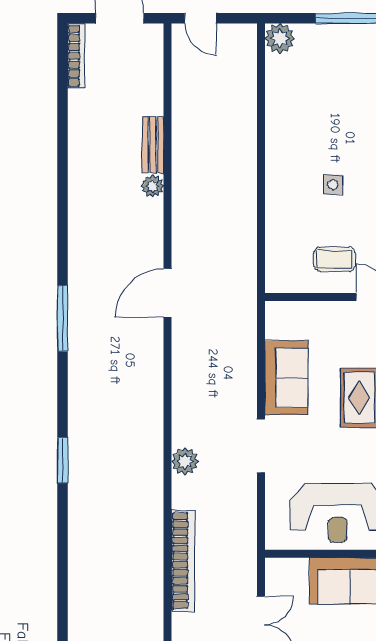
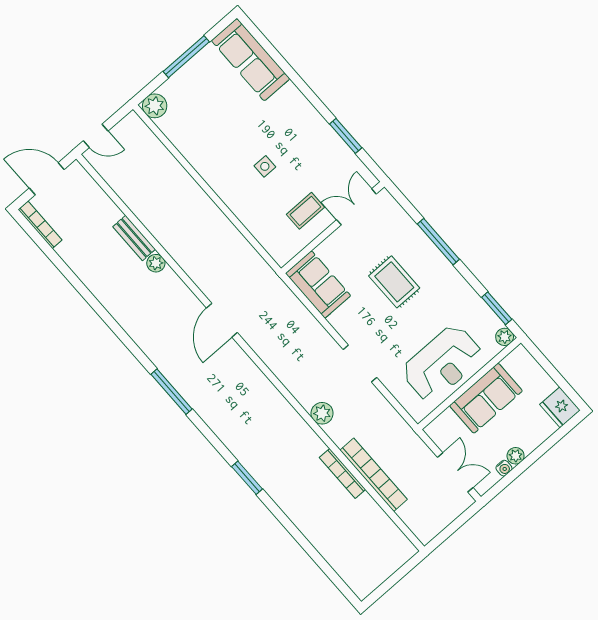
sofa: (286, 378) -> (318, 285), moved
bookcase: (155, 534) -> (343, 473), added

